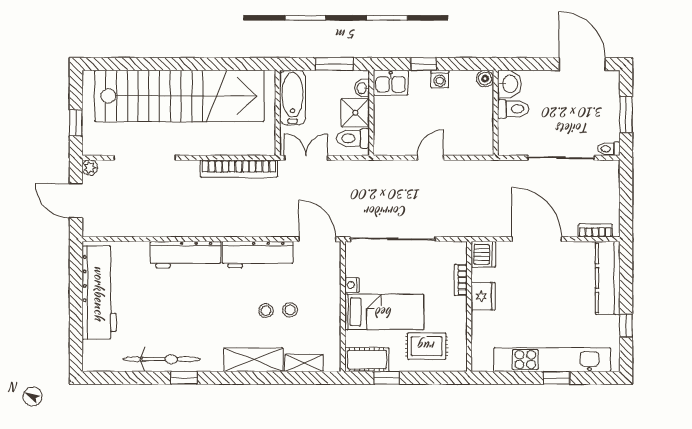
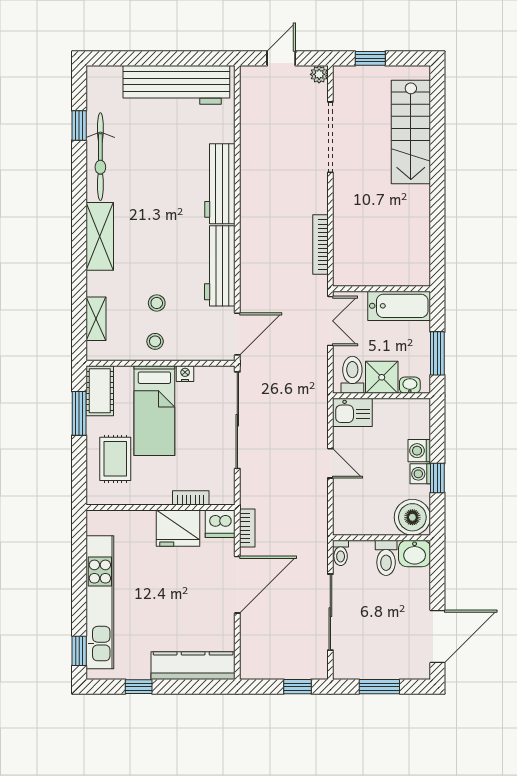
window: (424, 64) -> (437, 478), moved
boiler: (485, 79) -> (412, 517), width x1.86, depth x1.86
washing machine: (419, 80) -> (419, 451), added
kitchen sink: (391, 83) -> (352, 412), moved, turned -90
stairs: (179, 96) -> (411, 132), width x0.54, depth x0.66
toilet: (609, 149) -> (341, 553), moved, turned 180
bookcase: (239, 169) -> (320, 244), width x0.68, depth x0.76
window: (626, 187) -> (297, 687), added
door: (76, 201) -> (281, 58), width x0.73
bookcase: (595, 230) -> (247, 528), moved
fridge: (483, 296) -> (178, 528), width x1.36, depth x1.34
stool: (266, 311) -> (155, 341), moved
shelving: (253, 360) -> (100, 236), moved
window: (184, 378) -> (79, 125), moved
window: (387, 378) -> (79, 413), width x1.50
window: (556, 378) -> (79, 651), moved

